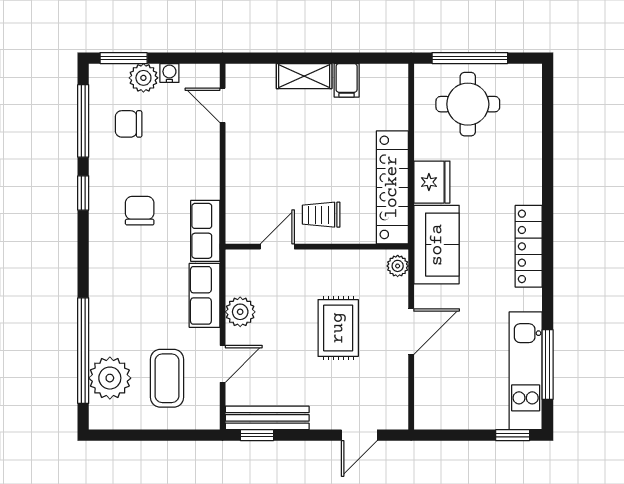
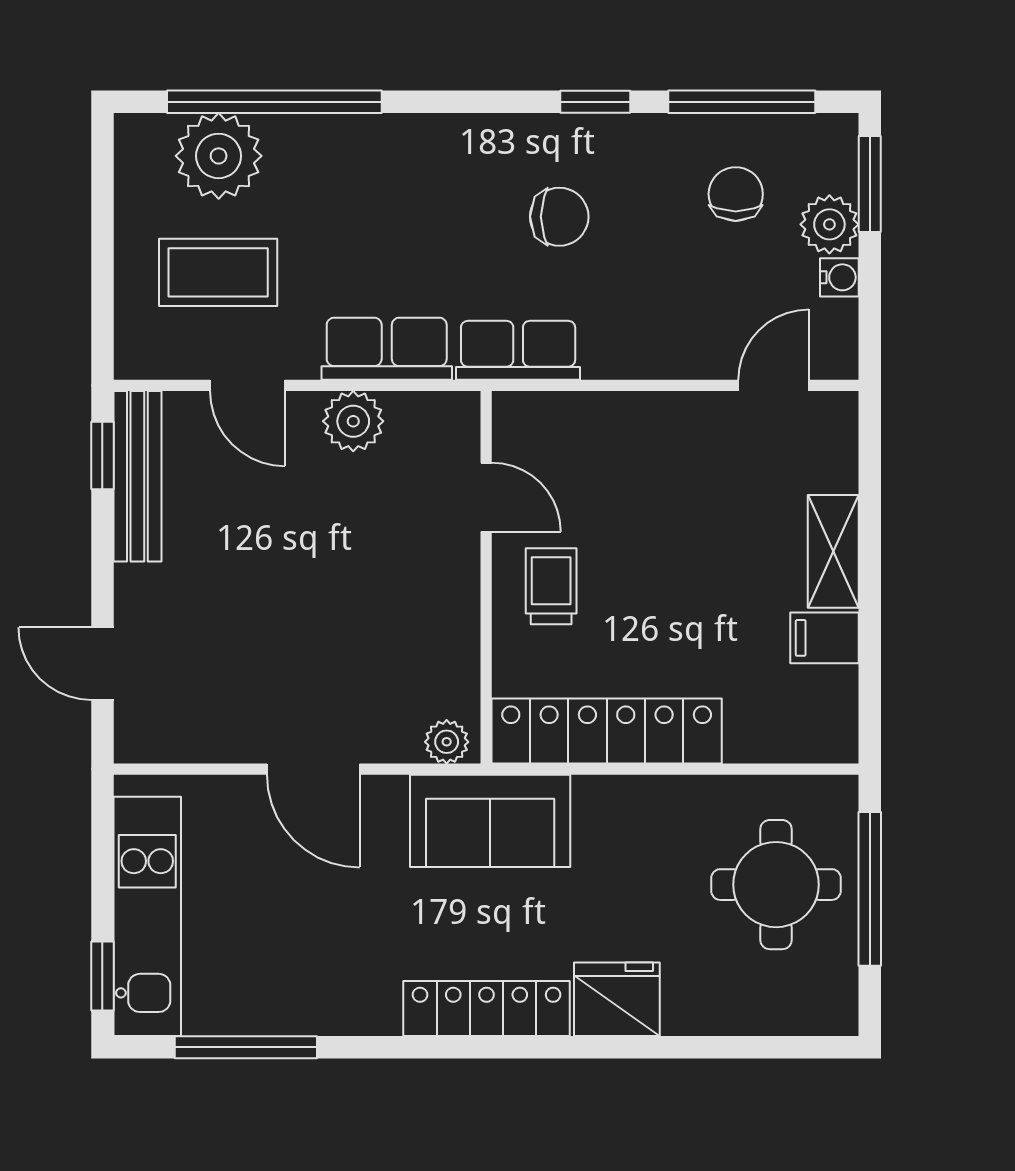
fridge: (432, 182) -> (617, 999), moved, turned 180
rug: (338, 328) -> (320, 621), removed
kitchen unit: (526, 371) -> (147, 916), moved, turned 90

